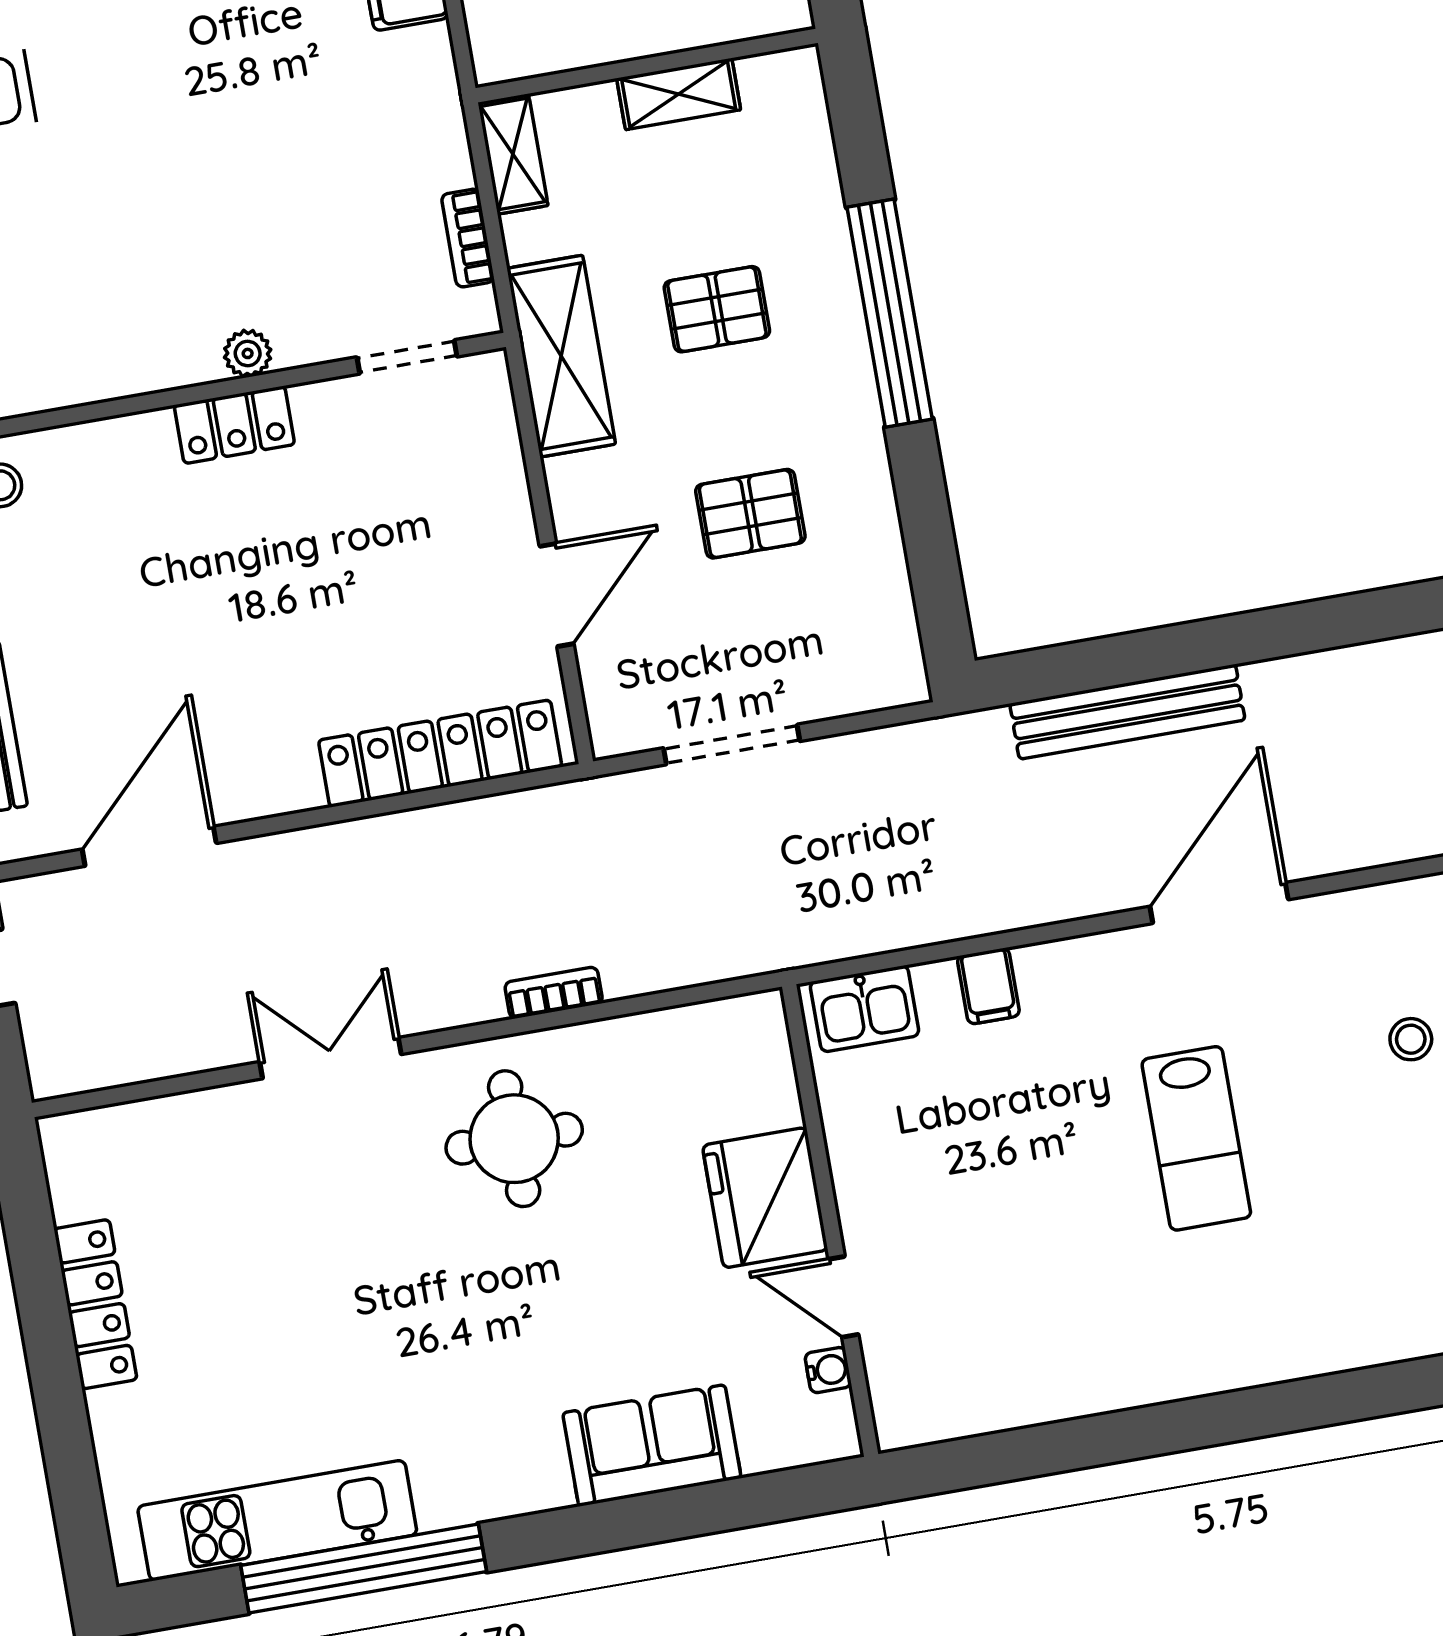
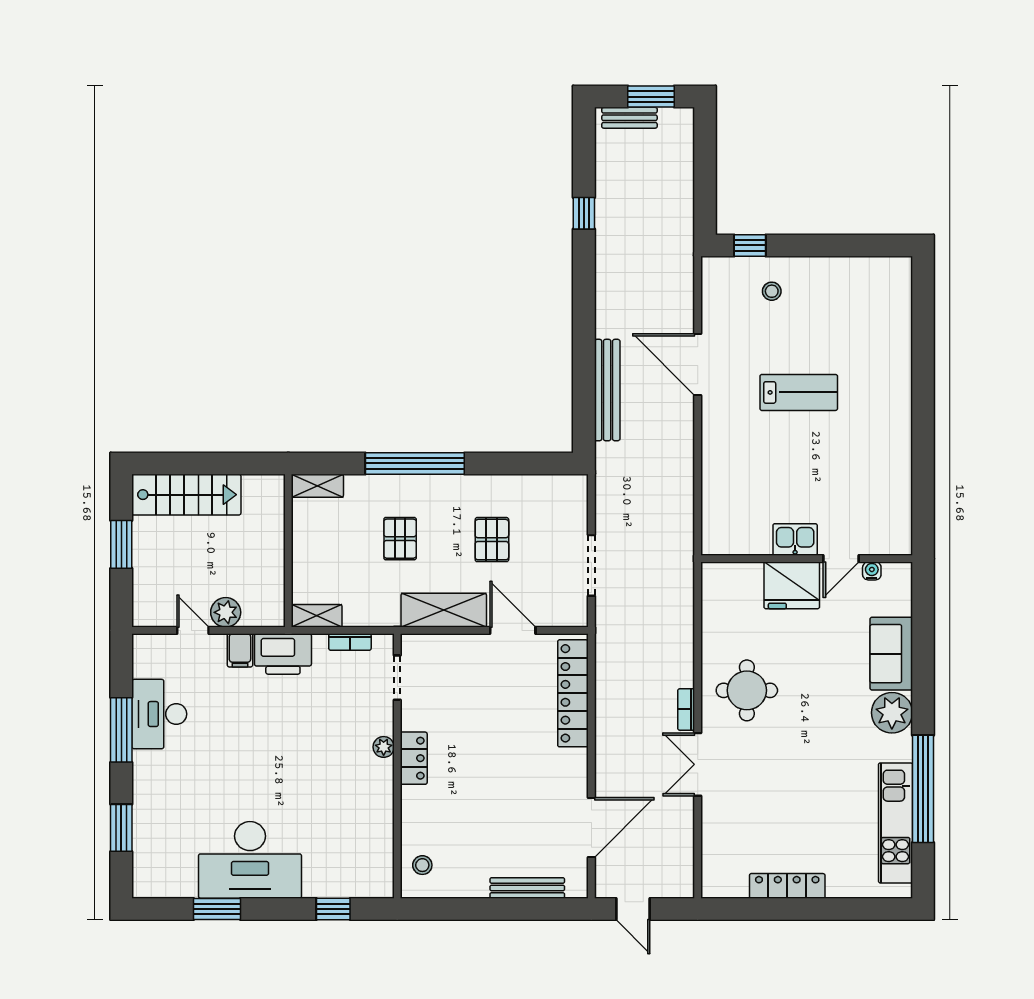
printer: (415, 94) -> (283, 654), added
shelving: (679, 94) -> (317, 486), moved, turned 90
shelving: (561, 356) -> (444, 610), moved
door: (149, 846) -> (591, 827), swing flipped
filing cabinet: (988, 986) -> (716, 472), removed
bookcase: (554, 993) -> (686, 709), moved
kitchen sink: (865, 1009) -> (795, 539), moved, turned -90
plant: (521, 1470) -> (892, 713), added

